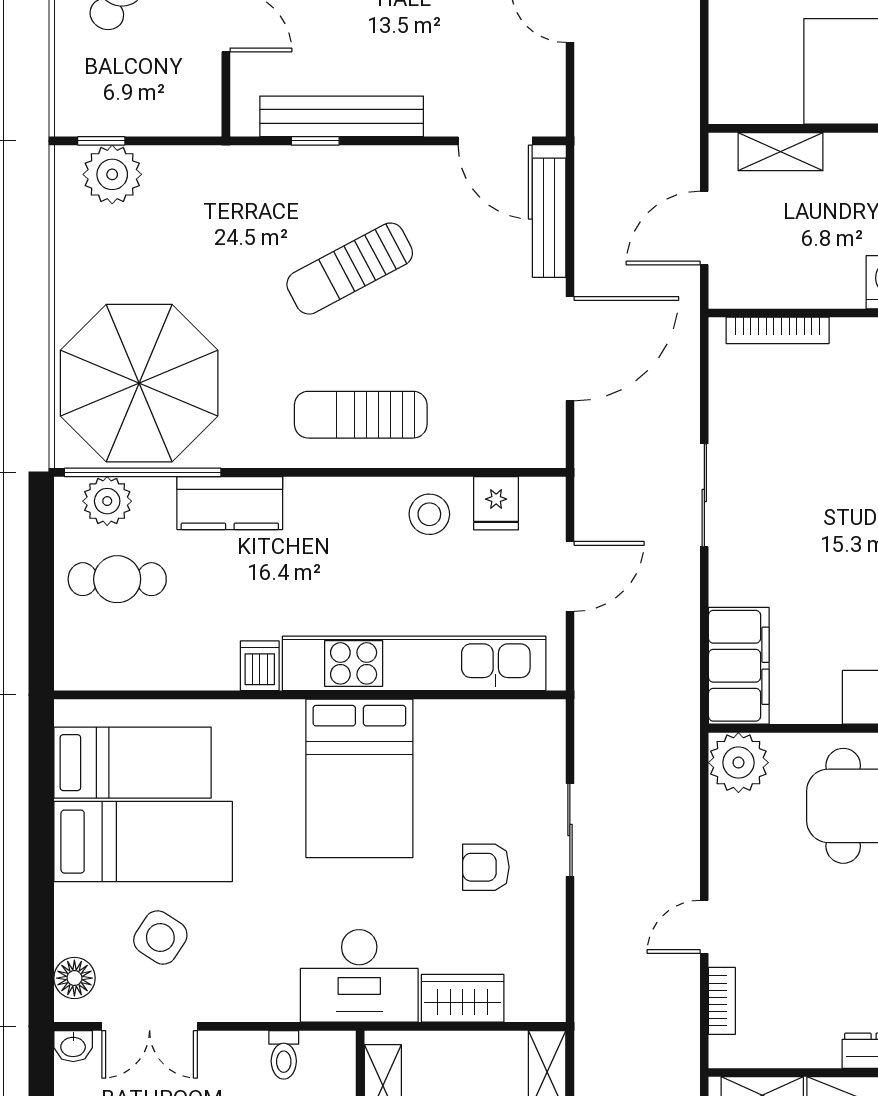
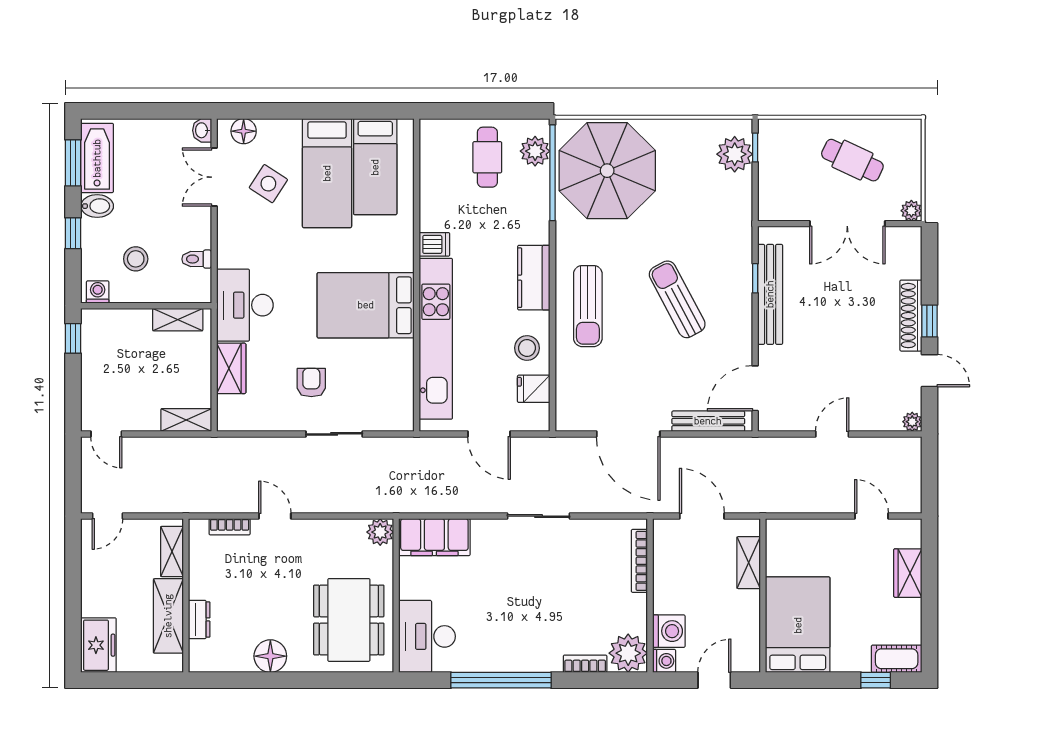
sun lounger: (361, 415) -> (588, 306), turned 180
kitchen counter: (230, 503) -> (534, 278), moved
plant: (738, 763) -> (380, 532), width x0.73, depth x0.73

